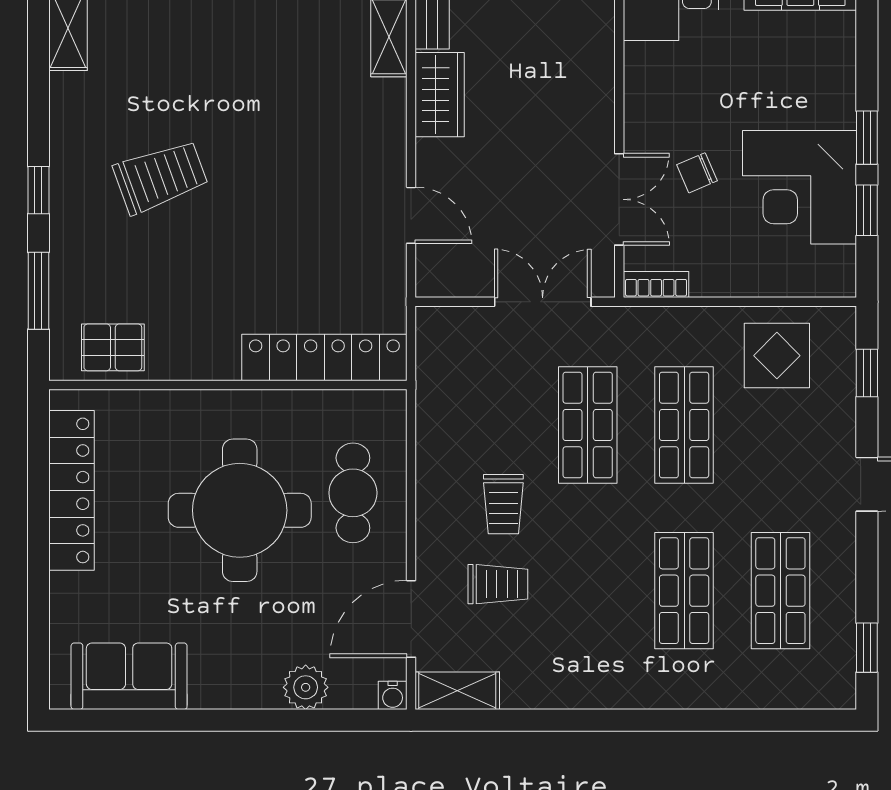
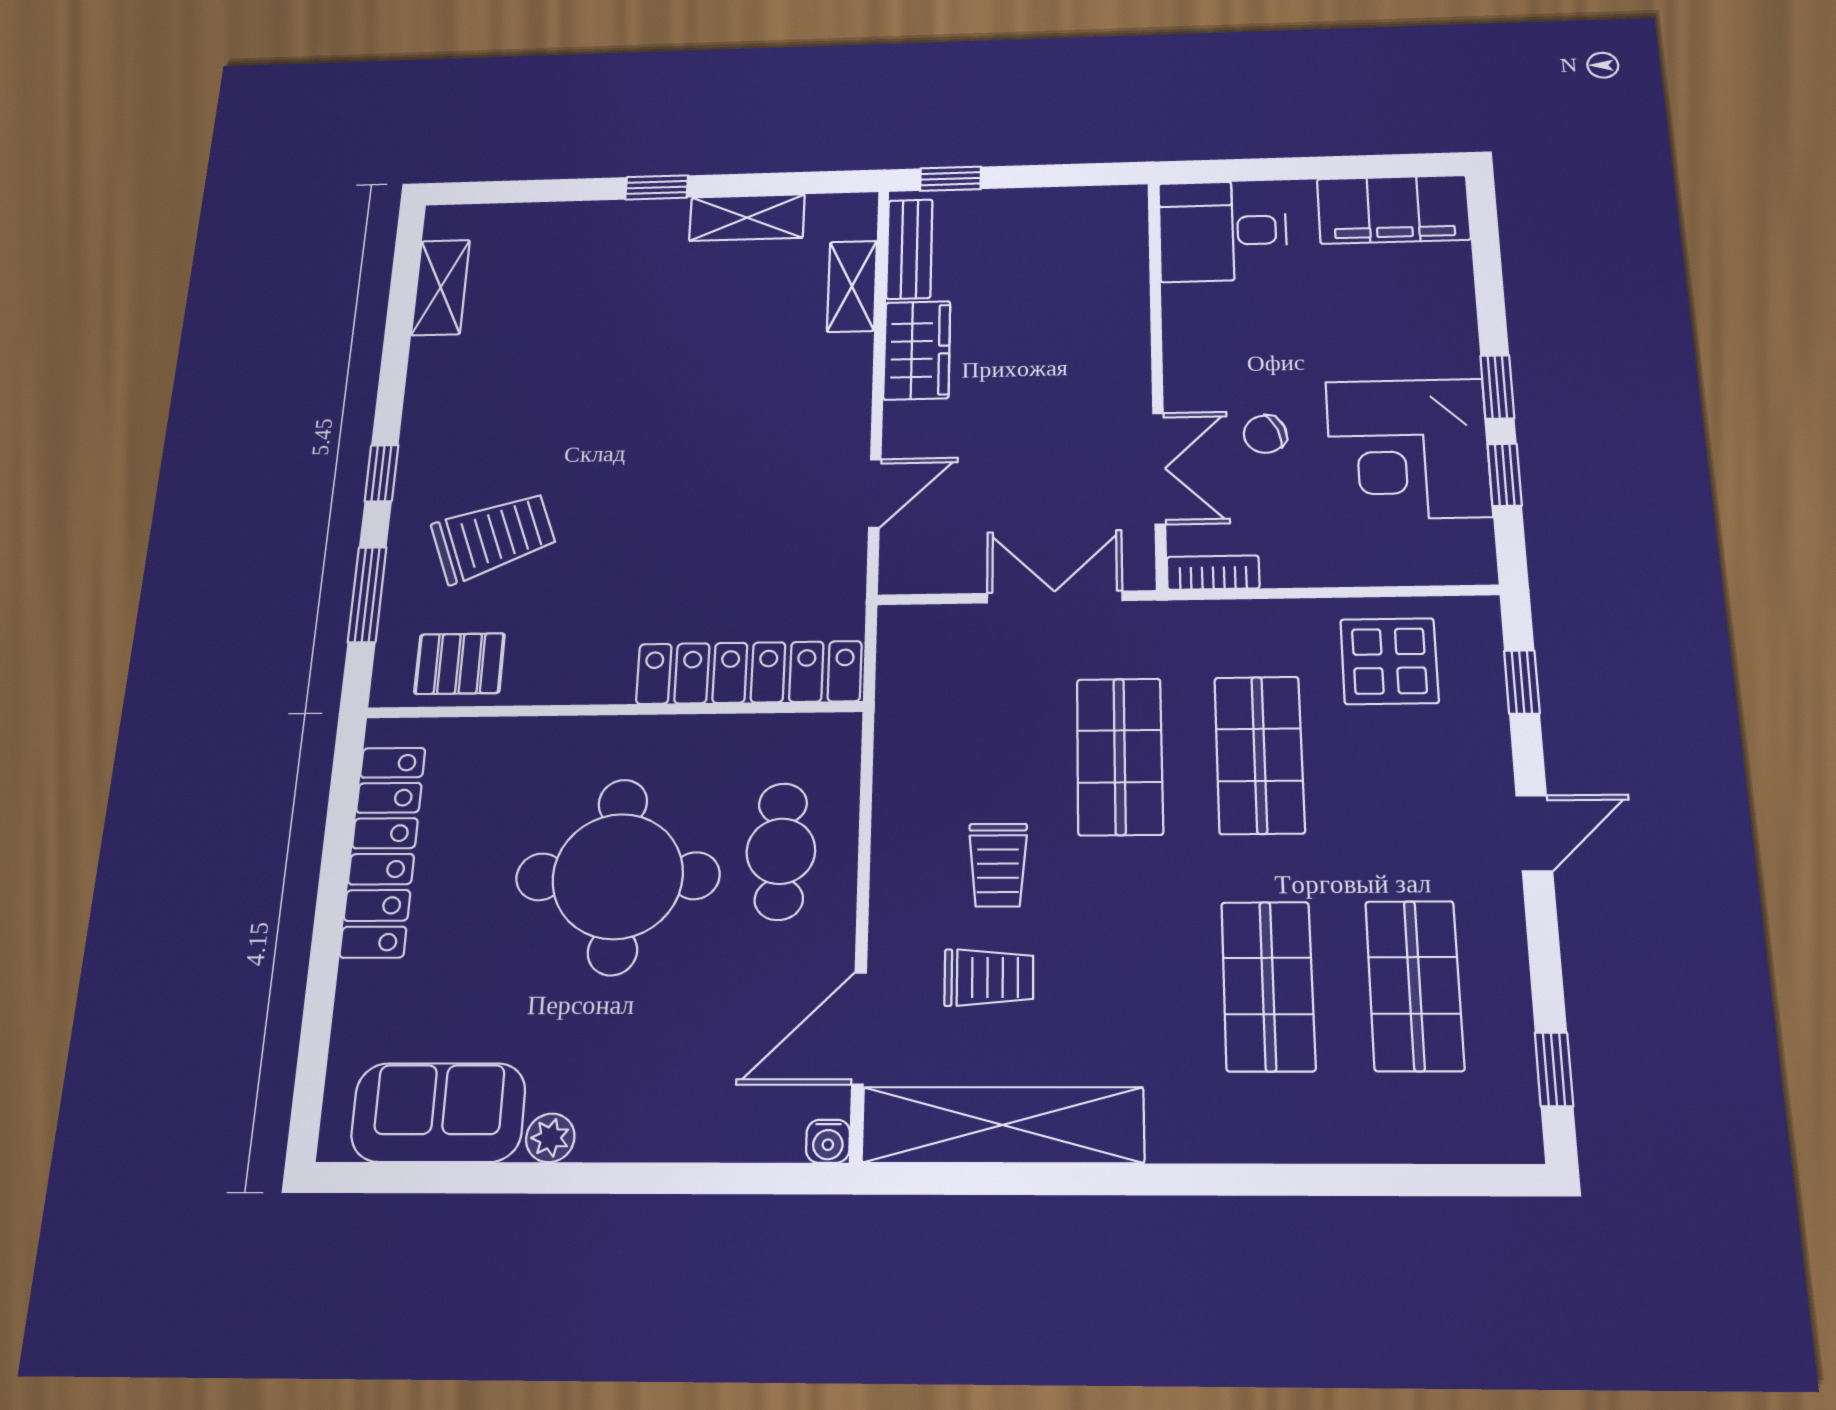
trolley: (161, 177) -> (494, 537), moved
door: (411, 215) -> (875, 493), hinge flipped
plant: (306, 687) -> (550, 1138), moved, width x0.73, depth x0.73
shelving: (457, 691) -> (1003, 1125), width x2.20, depth x1.33

